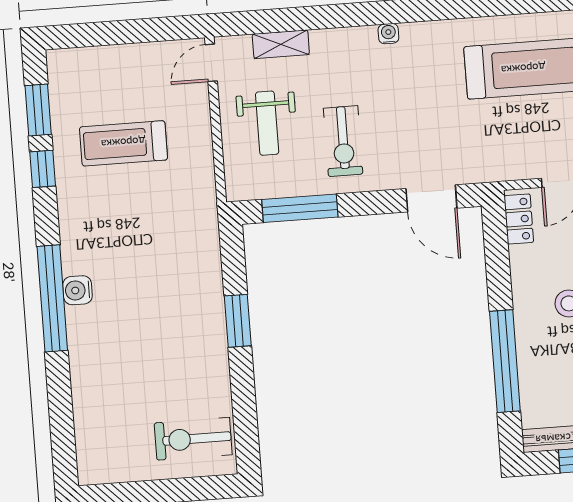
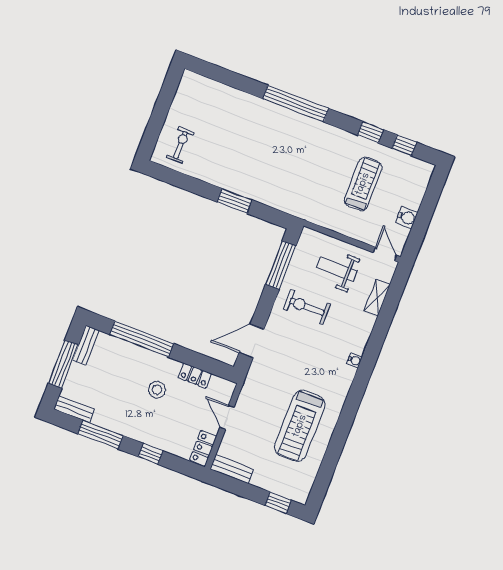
window: (38, 110) -> (404, 145), width x0.67
locker: (519, 219) -> (195, 376), moved
water cooler: (78, 290) -> (407, 217), moved, turned 90
exercise bike: (193, 439) -> (180, 145), width x0.73, depth x0.72

